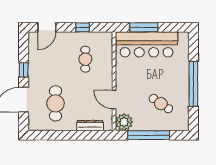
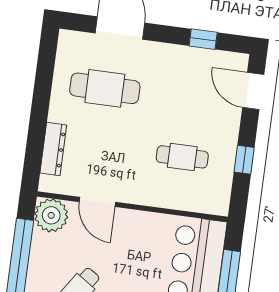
window: (24, 70) -> (203, 39), moved
door: (114, 99) -> (97, 202), swing flipped

